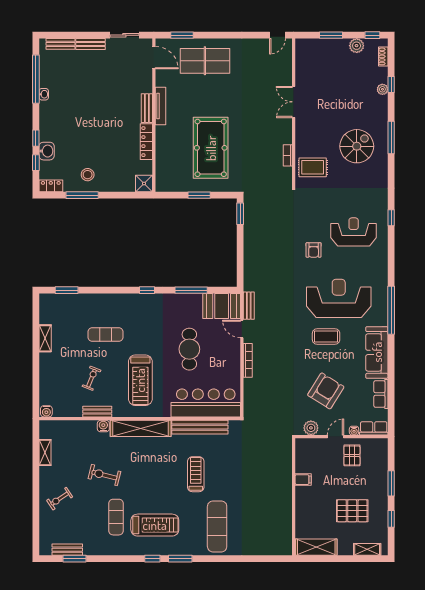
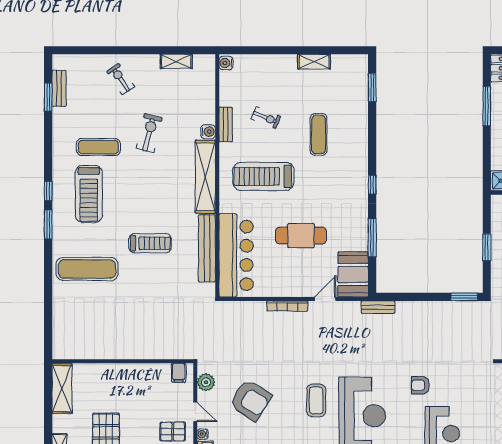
bench: (249, 306) -> (378, 307), moved
filing cabinet: (303, 480) -> (179, 373), moved

